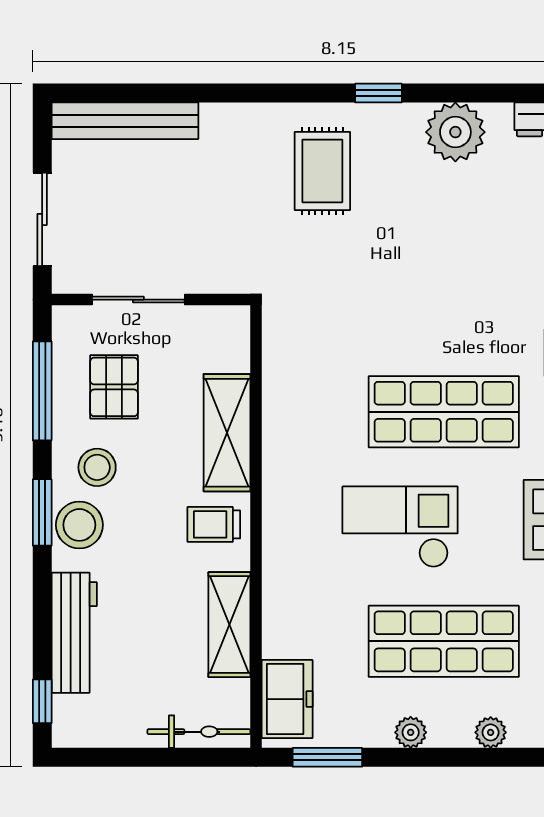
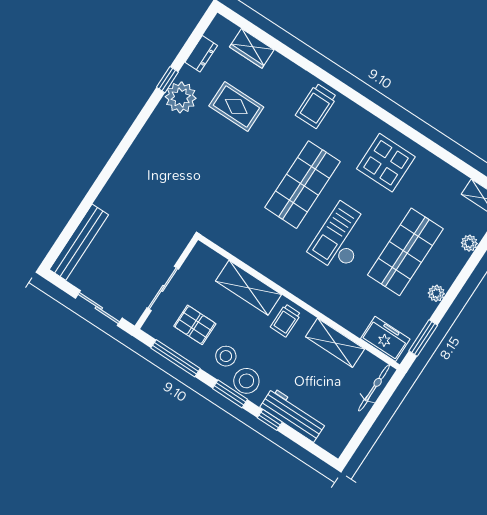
window: (378, 93) -> (167, 80), moved
rug: (322, 171) -> (236, 107), moved
window: (42, 701) -> (270, 420), moved
plant: (491, 732) -> (469, 243), moved

